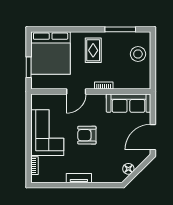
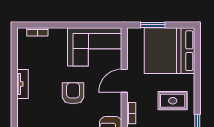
door: (76, 91) -> (124, 81), hinge flipped
corner sofa: (47, 133) -> (95, 47), moved

